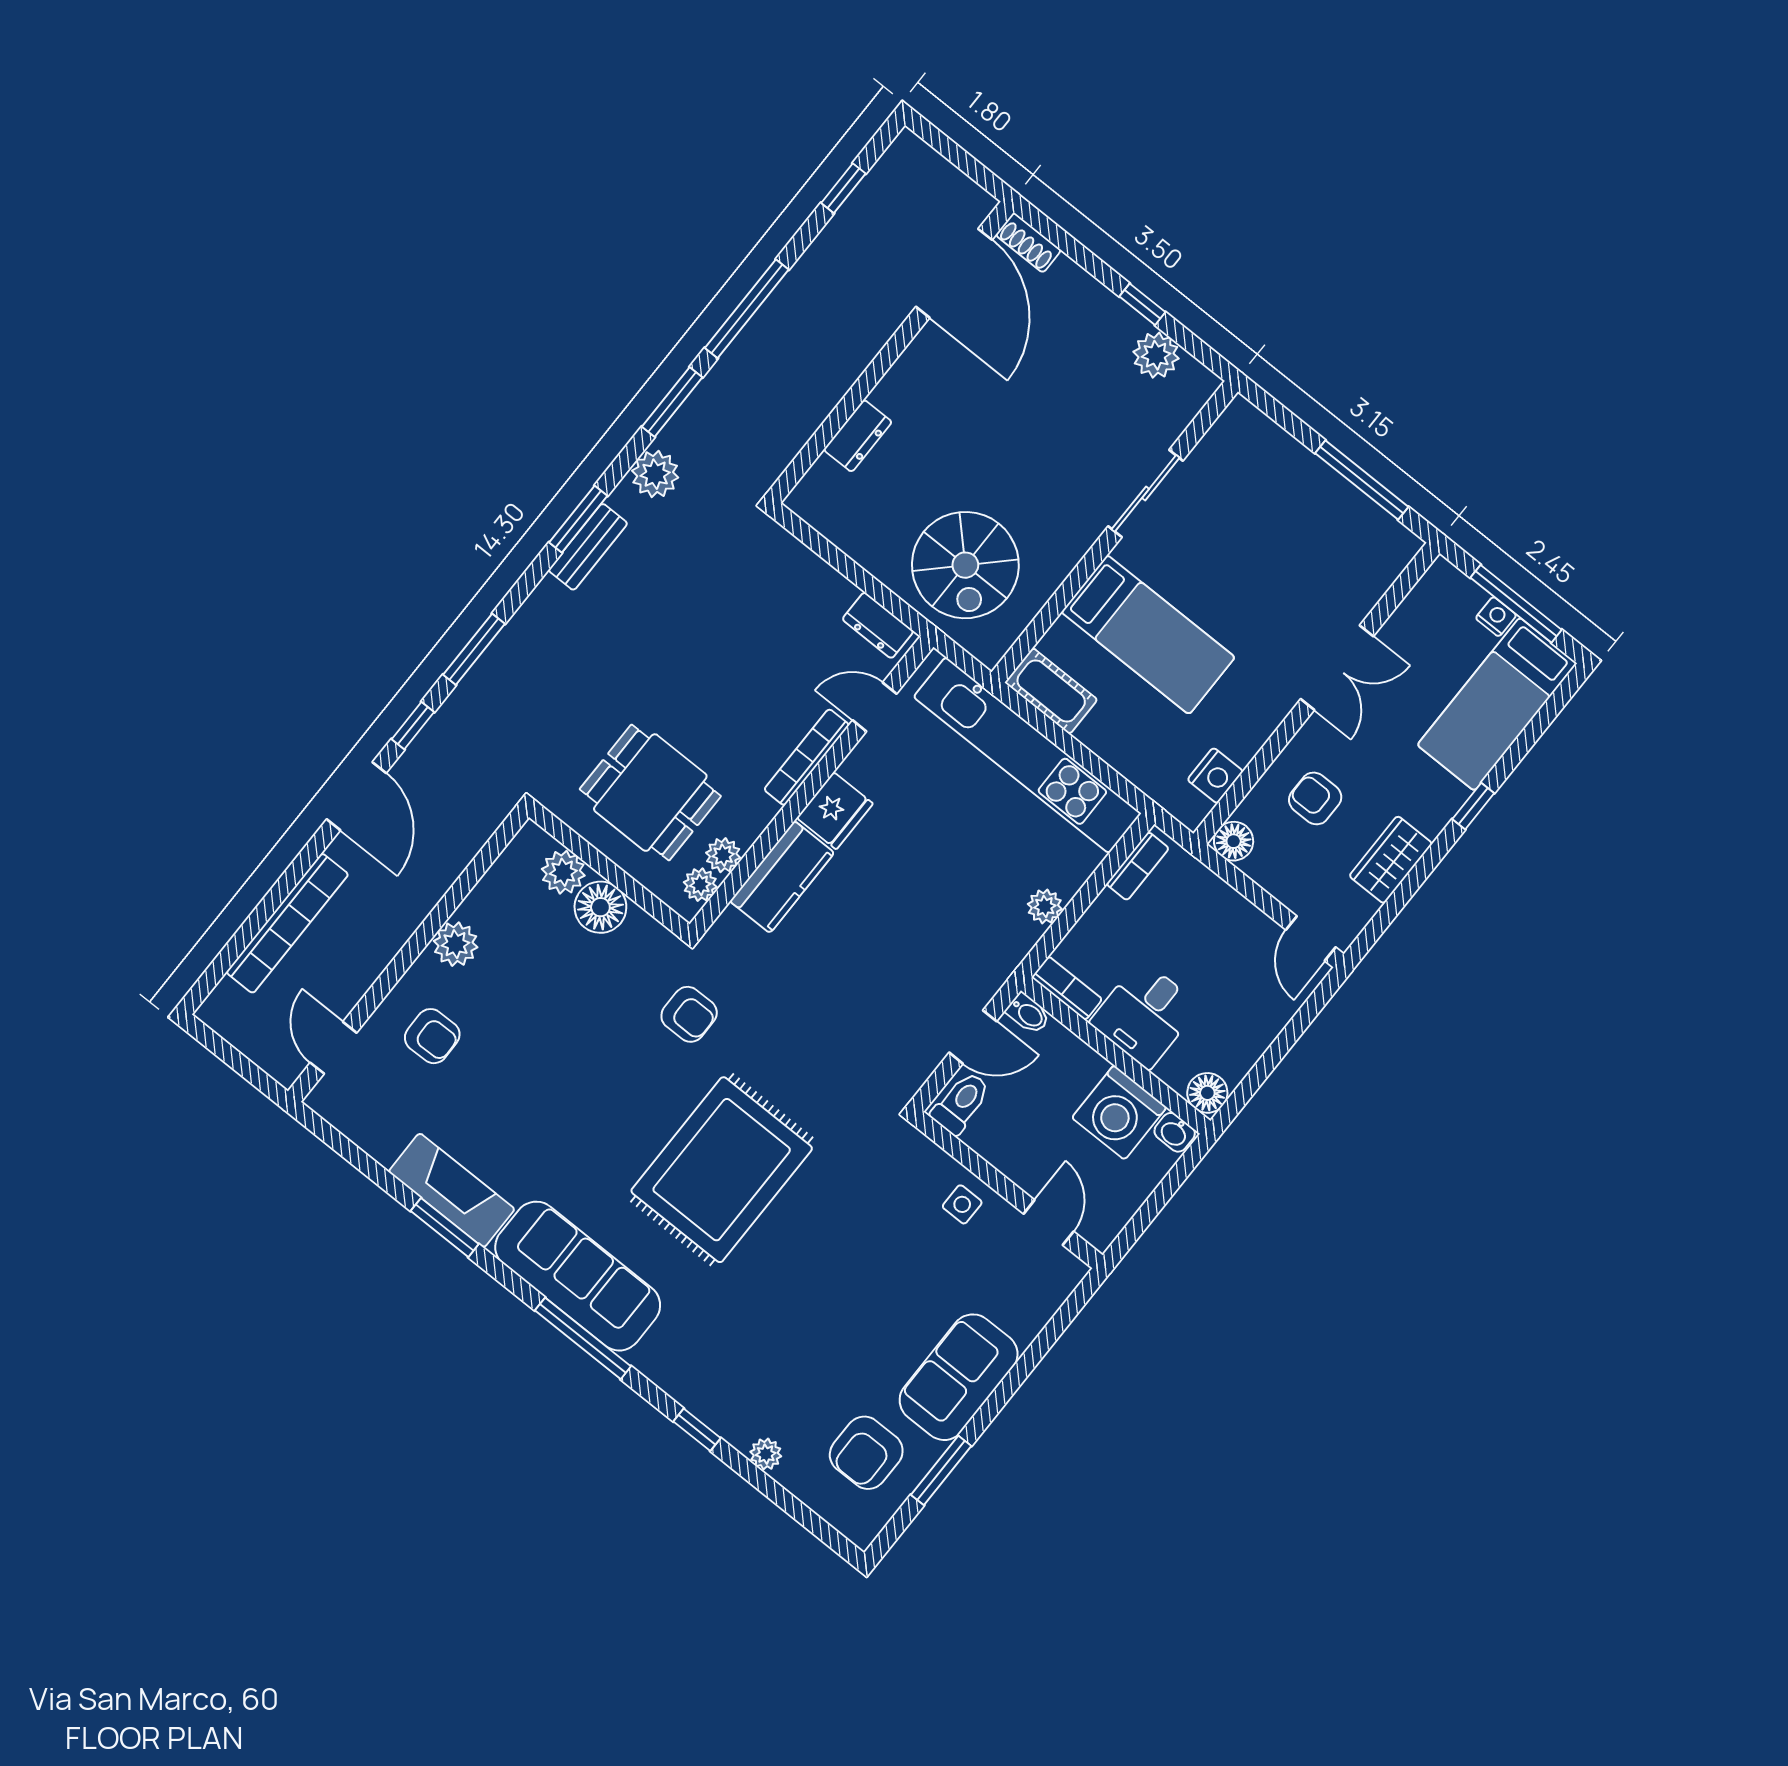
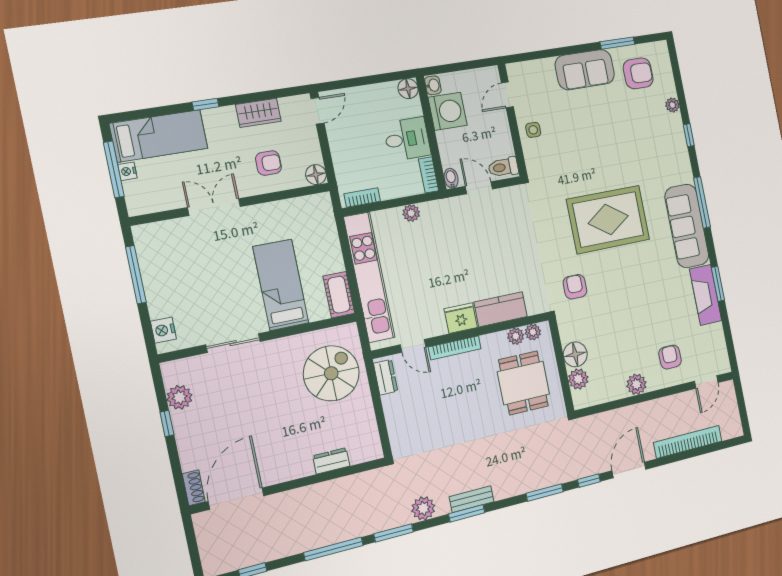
nightstand: (1215, 776) -> (163, 330), moved, turned -90
armchair: (1315, 798) -> (268, 163), turned -90

